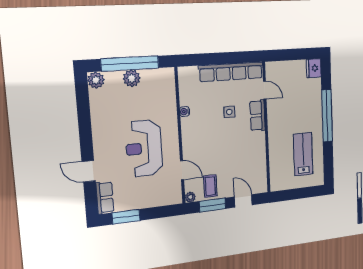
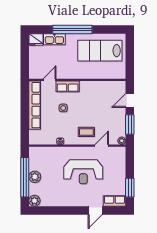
kitchen sink: (315, 93) -> (54, 39), added
lab bench: (303, 154) -> (100, 51), width x1.36, depth x1.39
coffee table: (210, 186) -> (86, 132), moved

